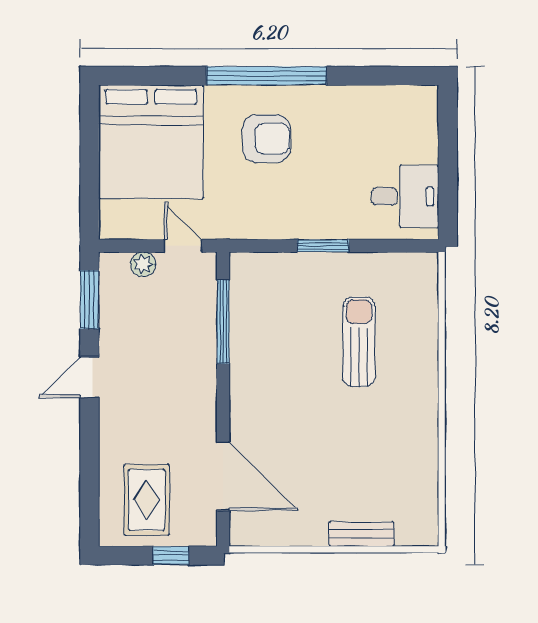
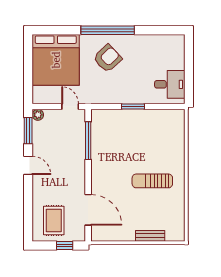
armchair: (266, 139) -> (108, 58), turned -43
plant: (143, 264) -> (38, 115), moved
sun lounger: (359, 342) -> (152, 181), moved, turned -90
door: (90, 377) -> (28, 165), swing flipped

